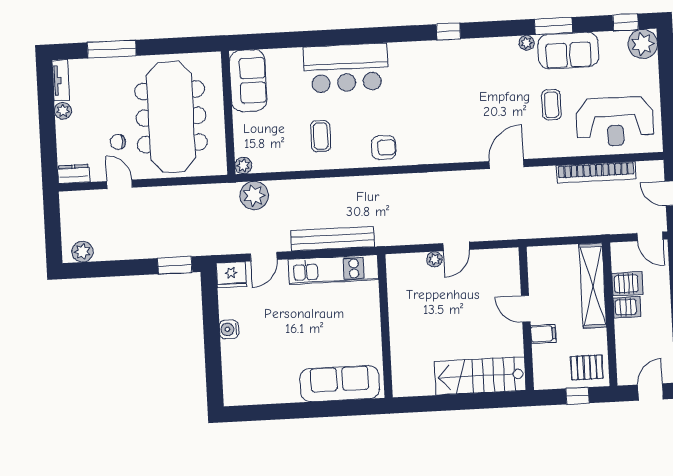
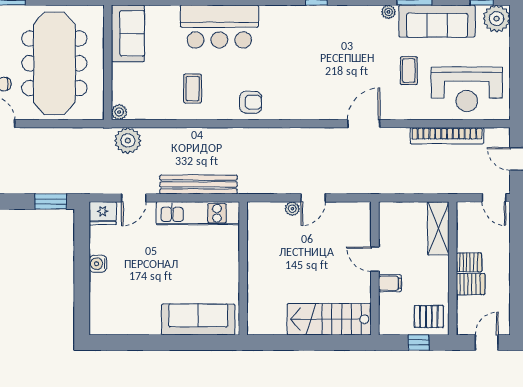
sofa: (568, 51) -> (437, 21), width x1.36
server rack: (627, 284) -> (471, 284), moved
shelving: (593, 286) -> (438, 228), width x0.68

